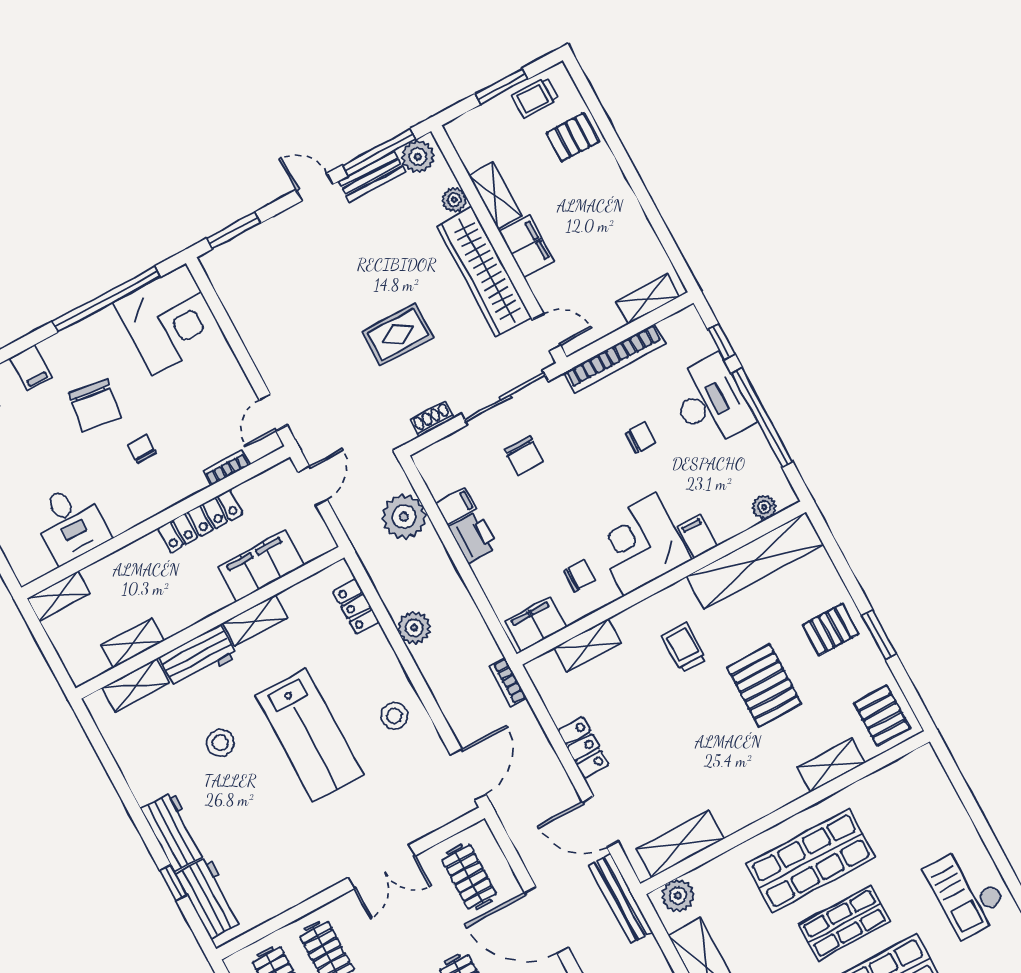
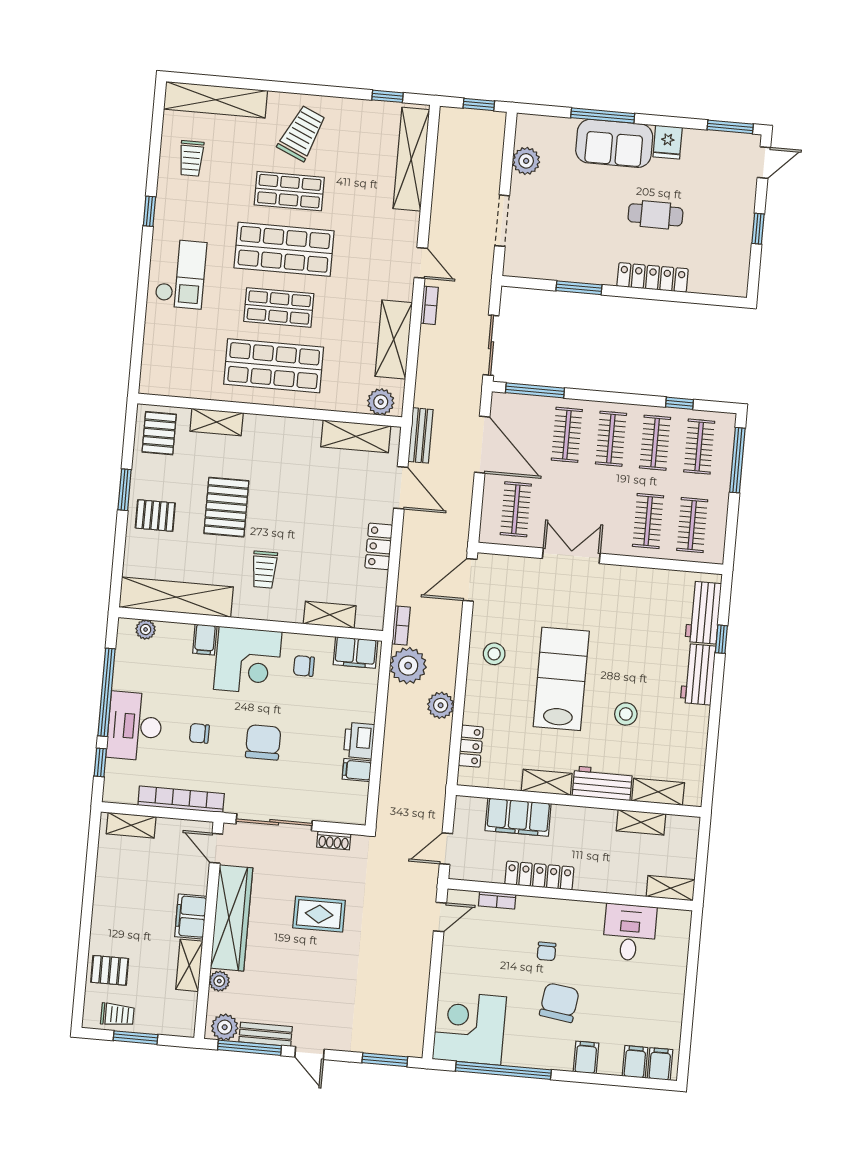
chair: (524, 455) -> (263, 742), moved, width x1.37, depth x1.37
plant: (404, 517) -> (408, 666), moved
bench: (621, 899) -> (421, 435), width x0.73

